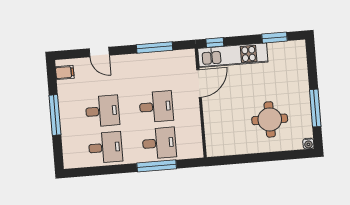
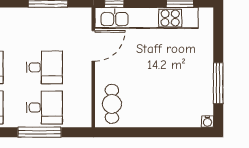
kitchen unit: (233, 55) -> (146, 18), width x1.36
round table: (270, 119) -> (167, 92), removed
cafe table: (220, 135) -> (112, 104), added

